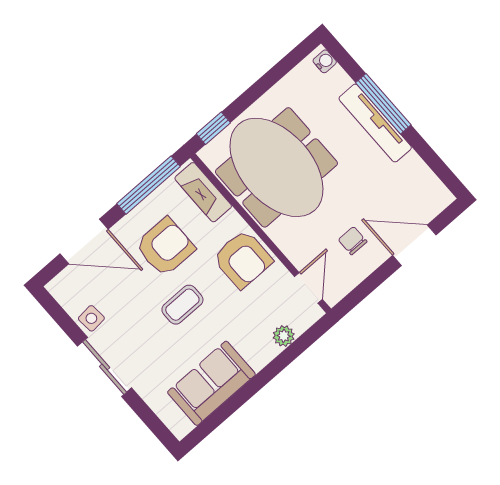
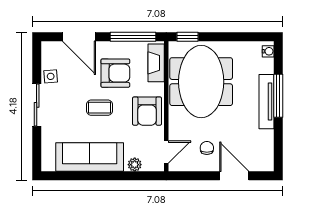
sofa: (211, 383) -> (90, 157), width x1.36

